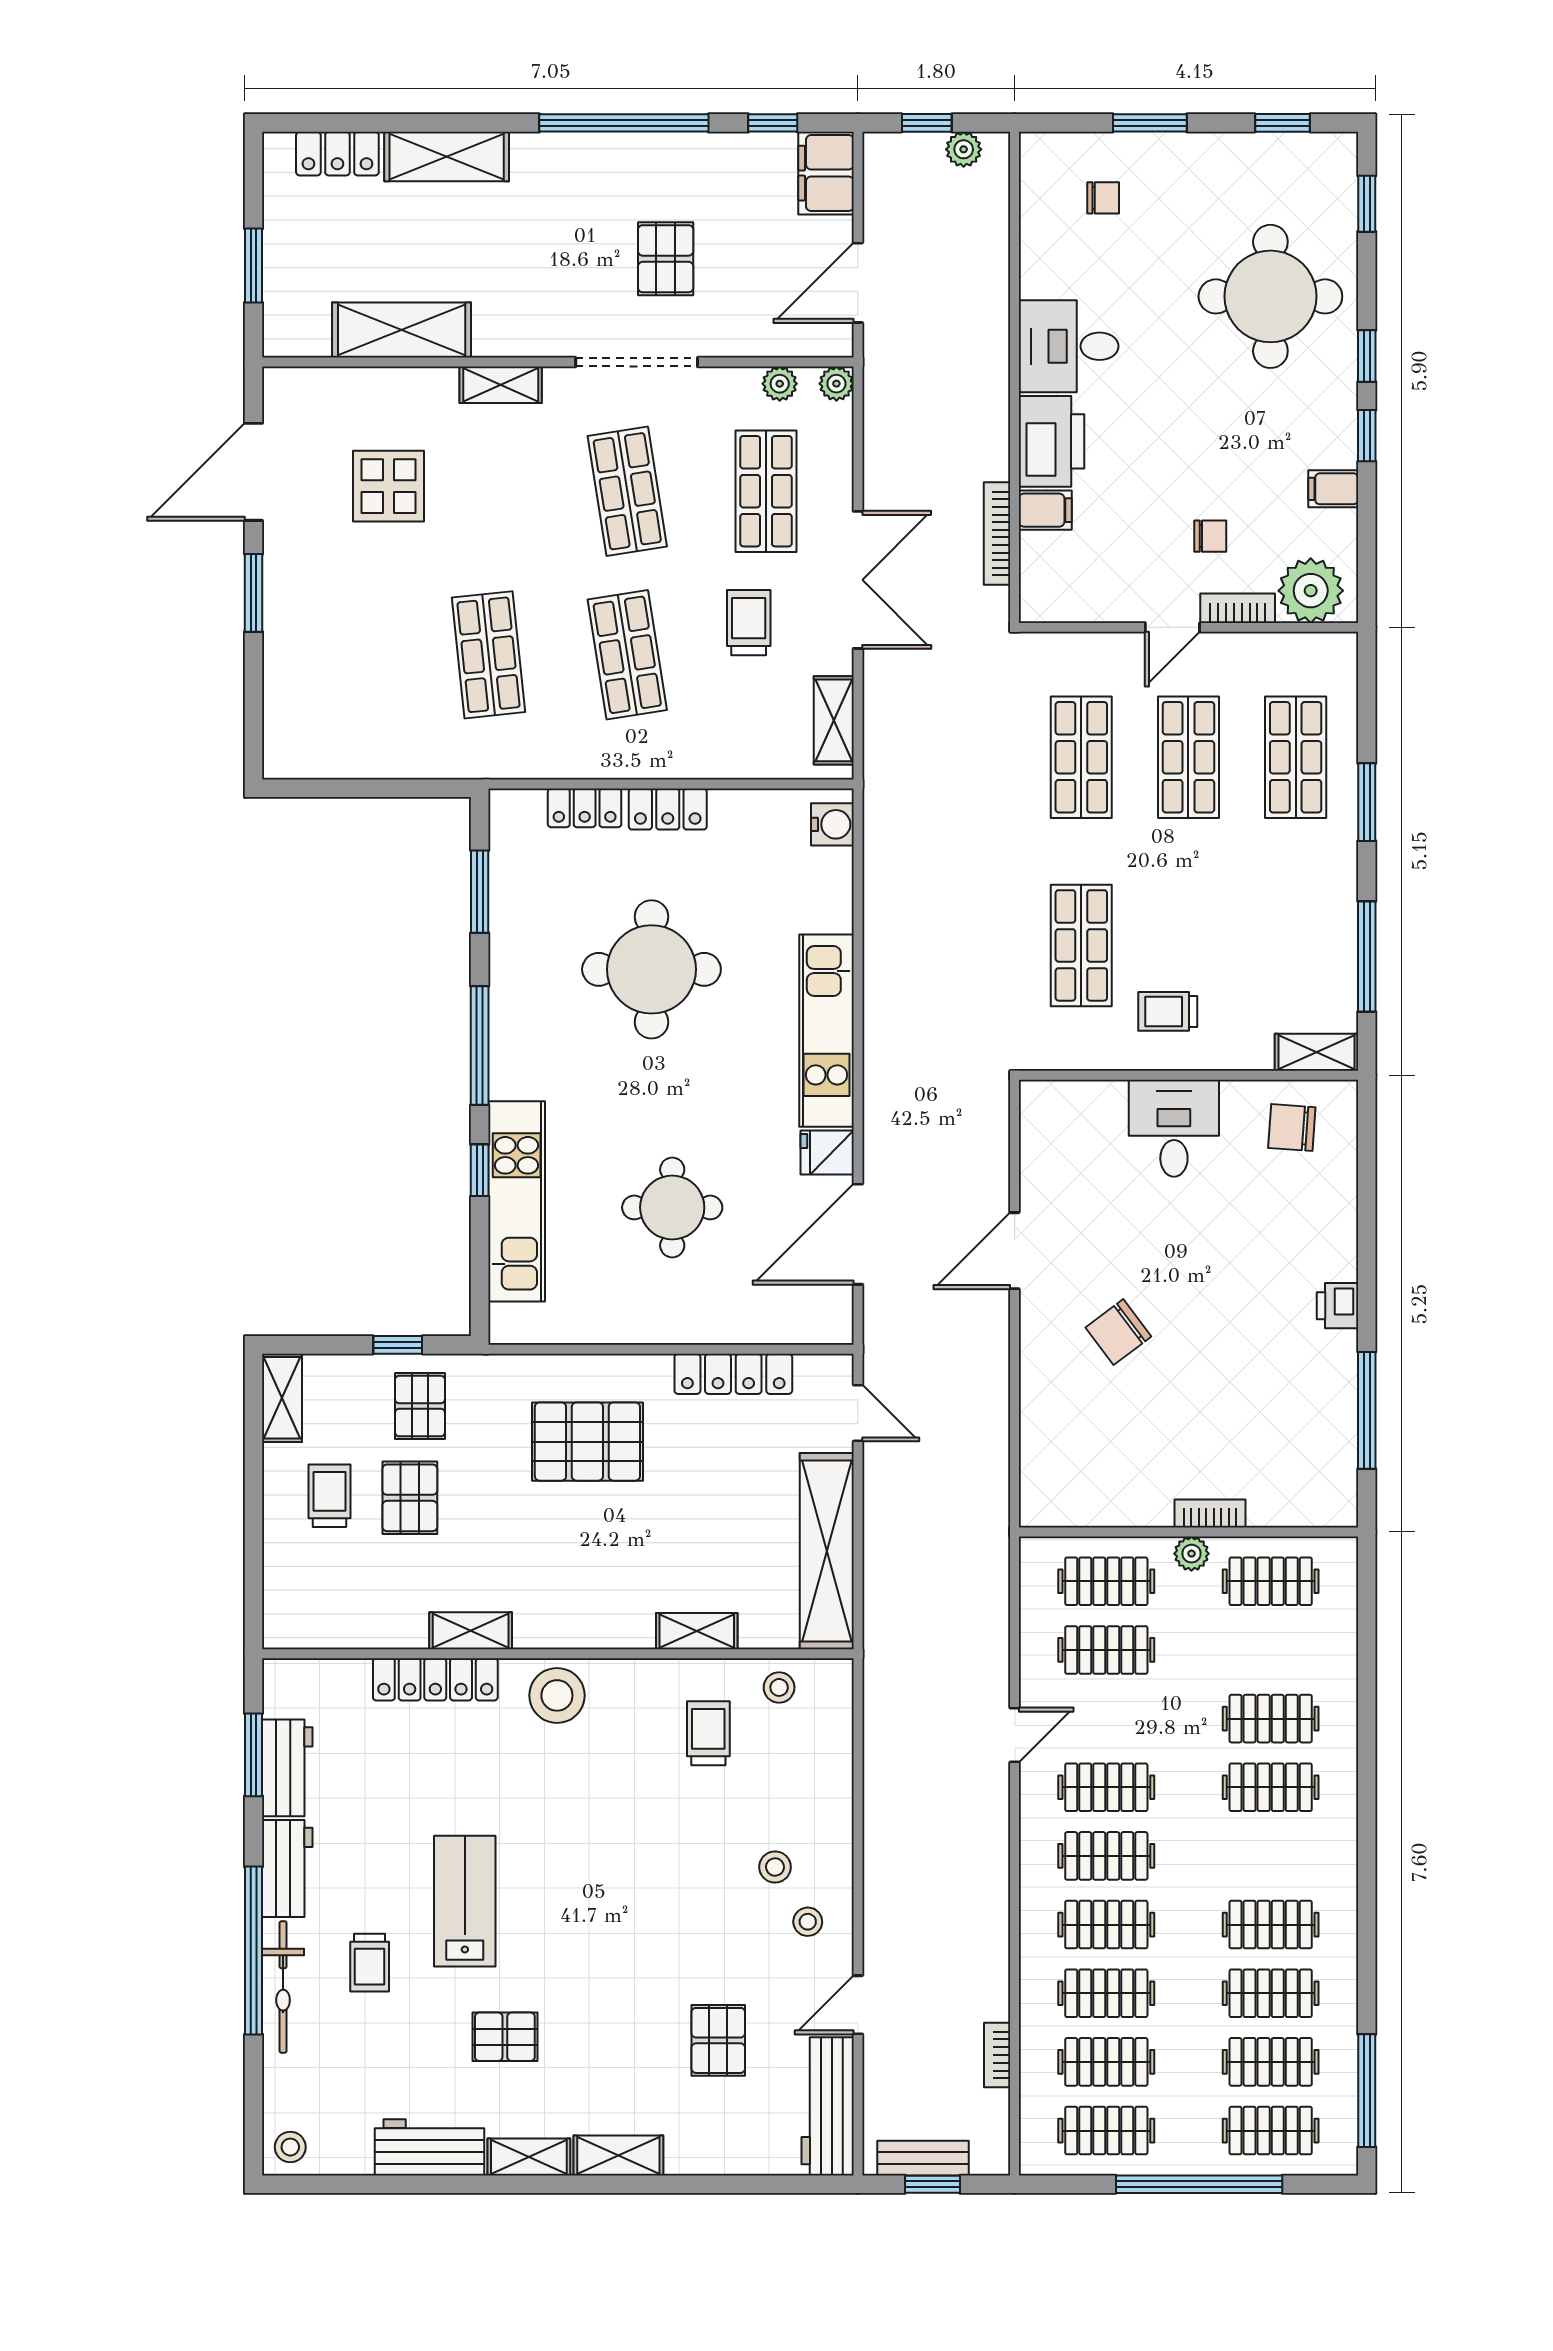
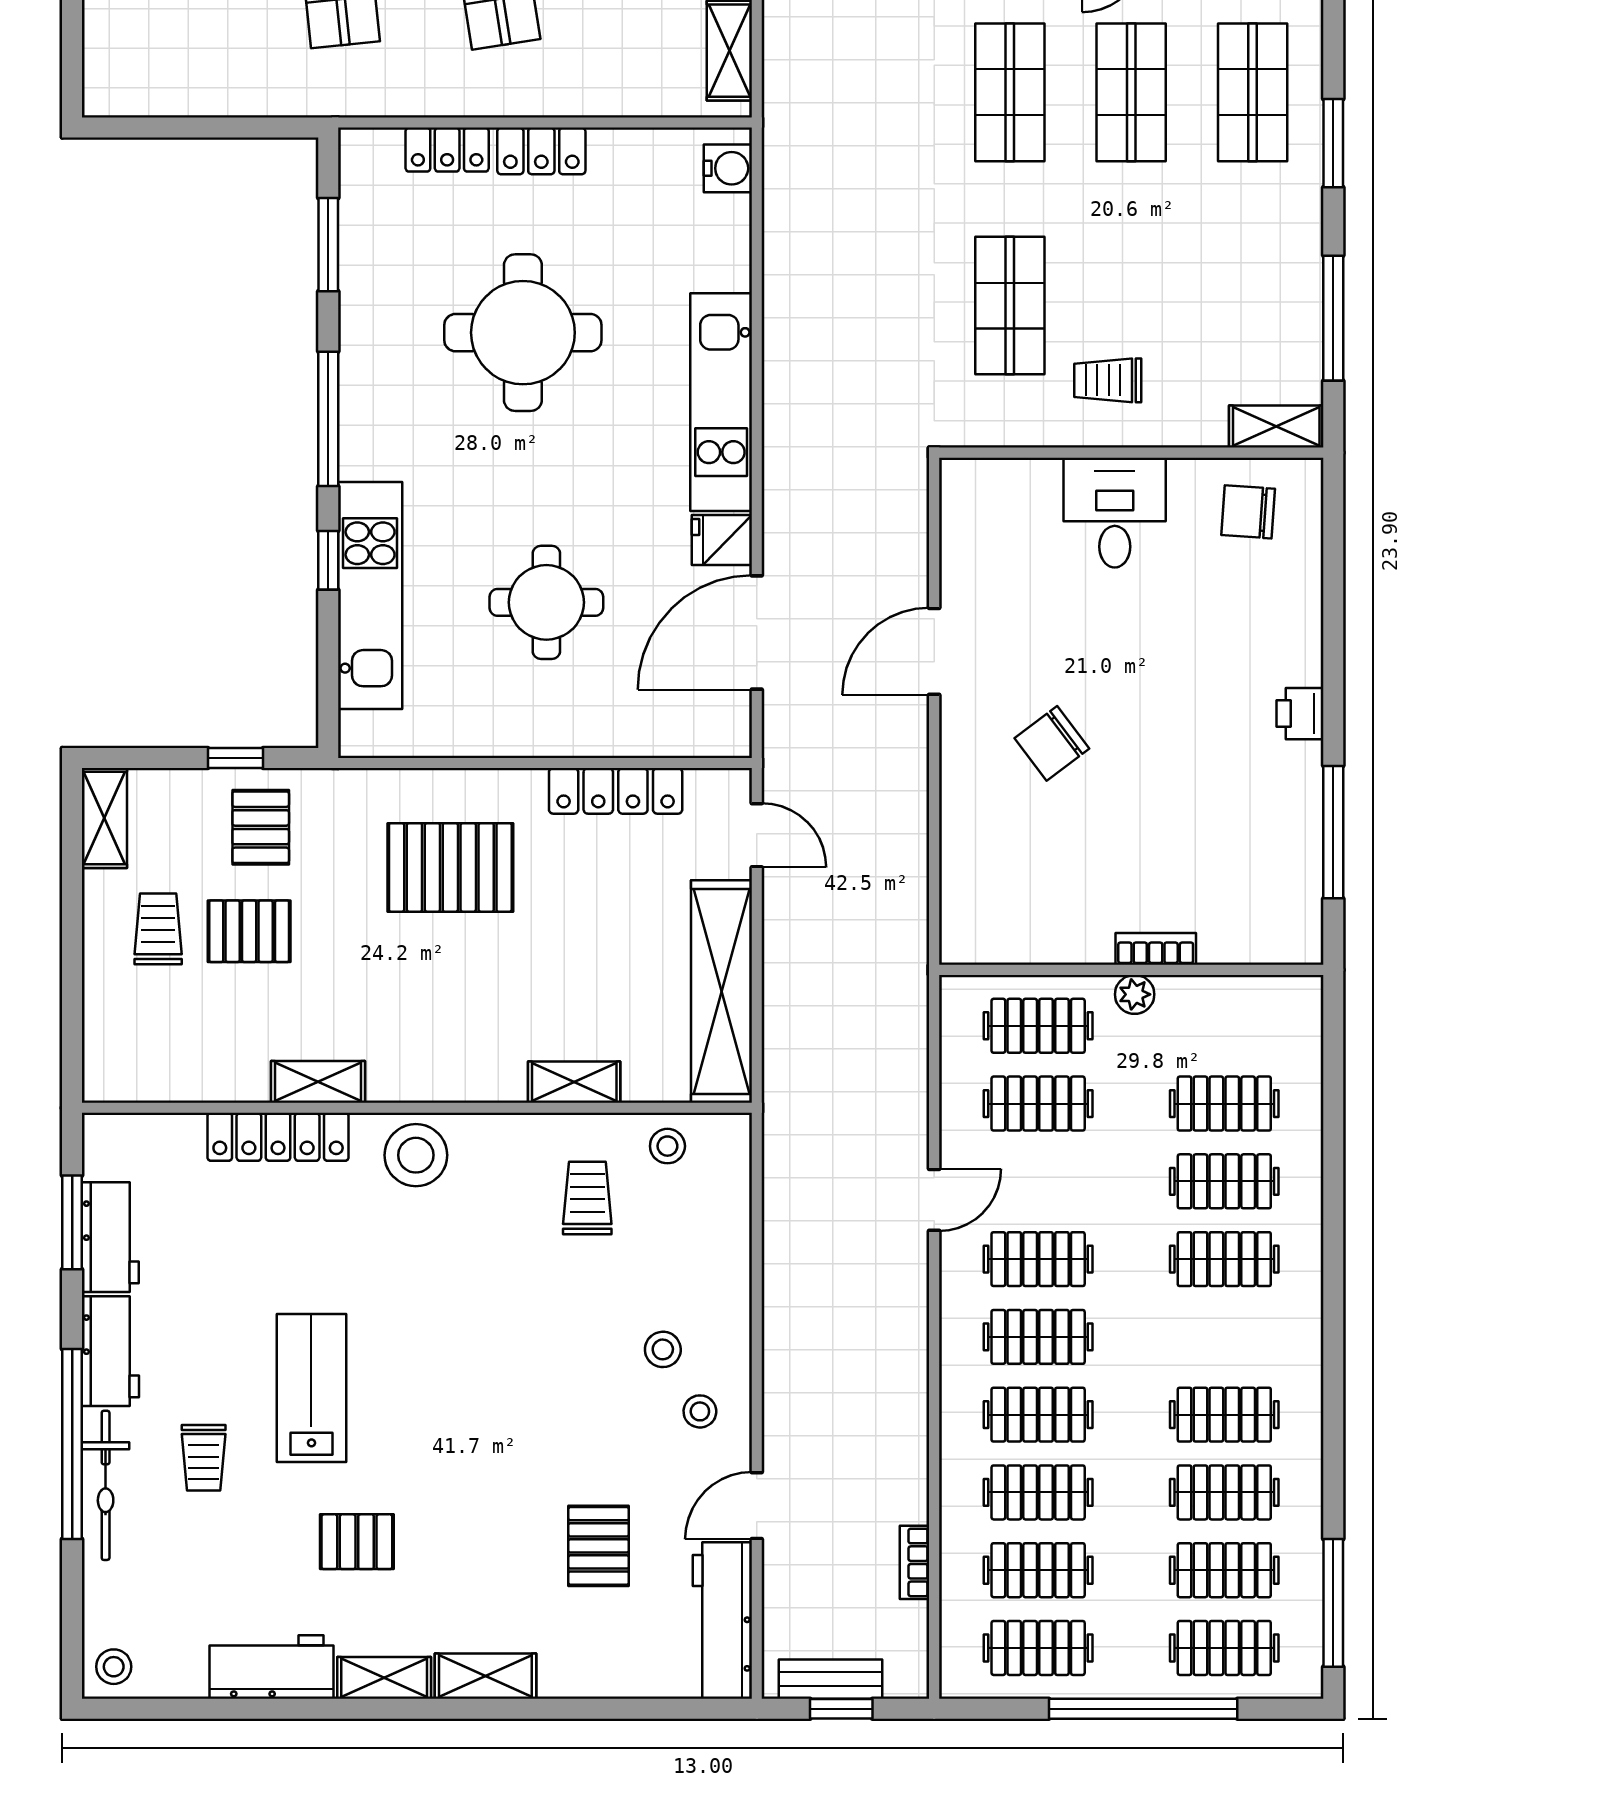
pallet: (410, 1498) -> (249, 931), turned 90
clothes rail: (1271, 1581) -> (1224, 1104), moved

